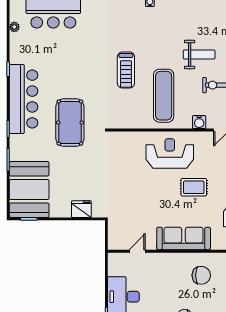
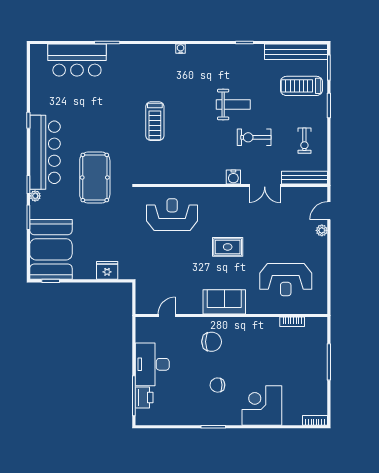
plant: (14, 27) -> (35, 196), moved
exercise mat: (164, 96) -> (195, 149), removed
reception desk: (170, 153) -> (172, 215), moved
sofa: (184, 238) -> (224, 302), width x0.73
chair: (201, 275) -> (212, 342), moved

